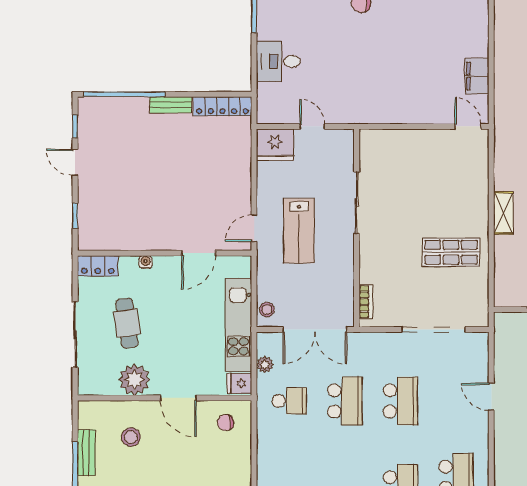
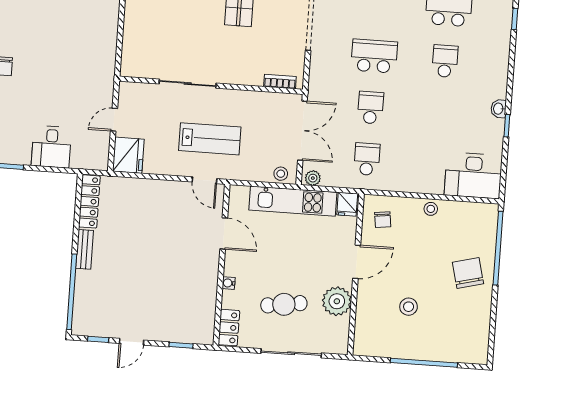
plant: (265, 364) -> (313, 178), moved
school desk: (345, 401) -> (371, 108), width x0.54
stool: (131, 437) -> (409, 307), moved
bench: (86, 453) -> (401, 351), removed
stool: (241, 473) -> (431, 209), added

